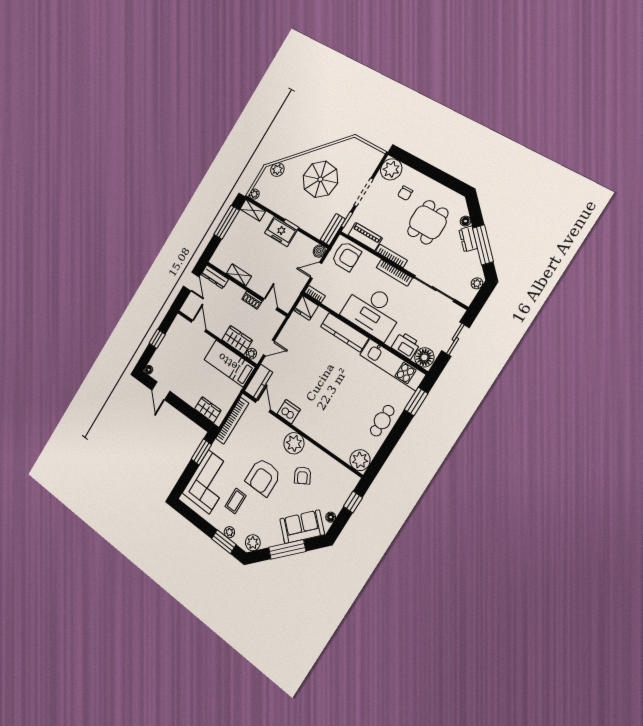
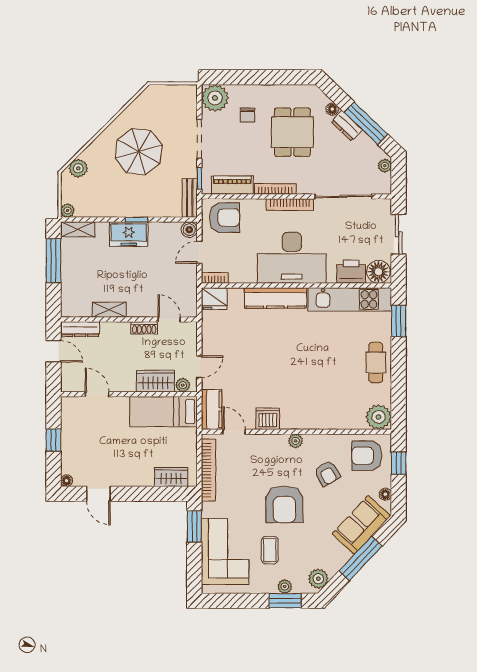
plant: (294, 443) -> (296, 441), width x0.53, depth x0.53
armchair: (335, 482) -> (367, 456), added

